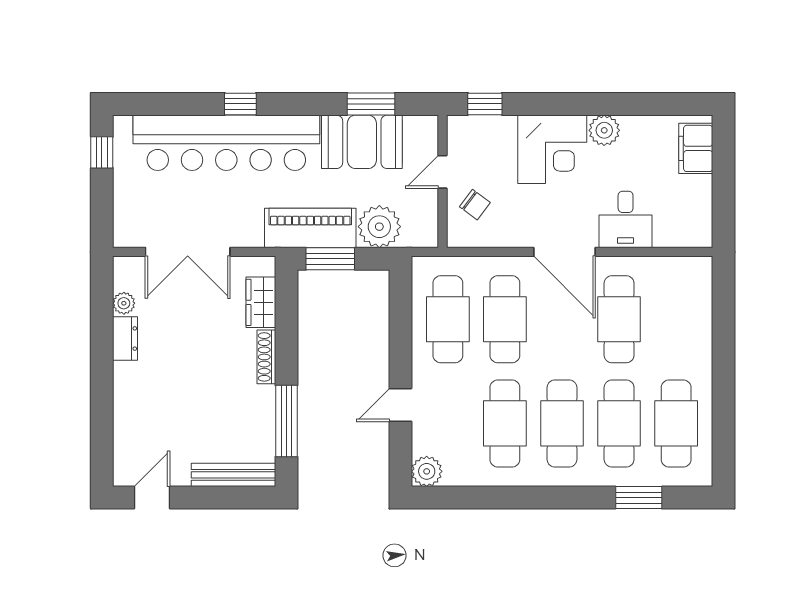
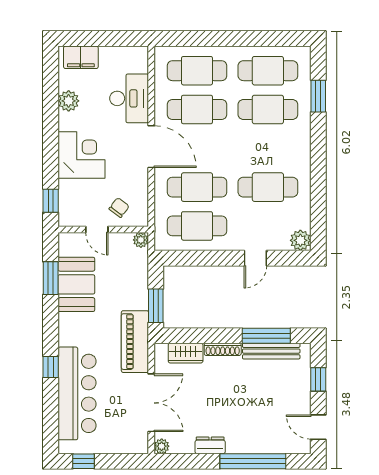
plant: (604, 130) -> (69, 101), moved
bar counter: (226, 143) -> (77, 393), width x0.73
desk: (626, 219) -> (129, 98), width x1.37
plant: (379, 227) -> (141, 240), moved, width x0.53, depth x0.53
piano: (310, 228) -> (135, 342), moved
door: (564, 252) -> (151, 147), hinge flipped
plant: (124, 303) -> (162, 446), moved
window: (102, 401) -> (253, 461), added
door: (400, 405) -> (255, 258), hinge flipped
cafe table: (562, 423) -> (197, 71), moved
bench: (233, 475) -> (271, 351), moved, turned 90
window: (222, 498) -> (318, 379), added

